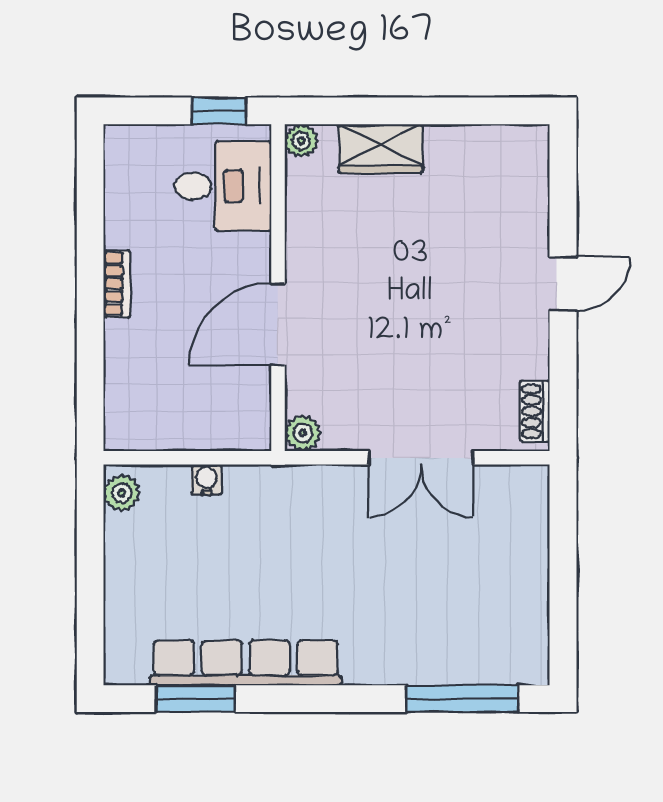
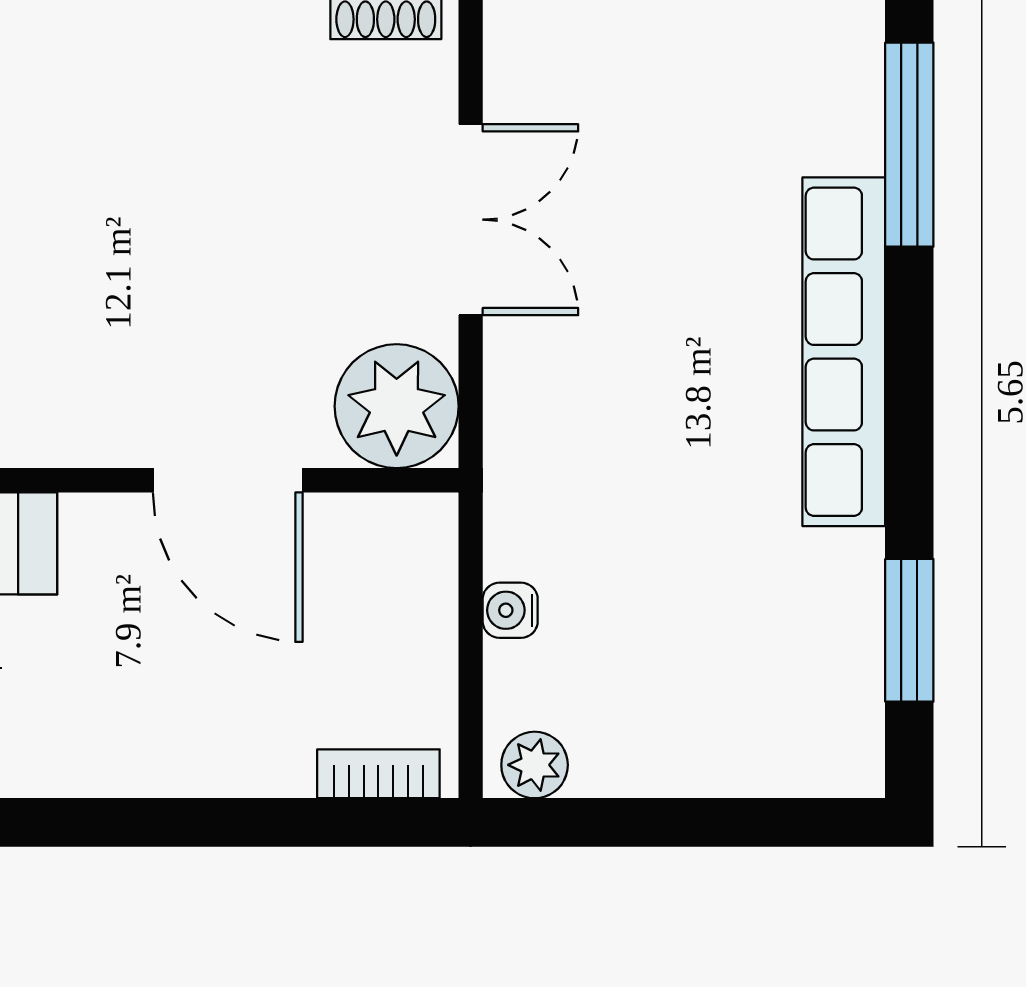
bookcase: (117, 284) -> (378, 774), moved
plant: (303, 433) -> (397, 406), width x1.87, depth x1.87
row of seats: (246, 663) -> (844, 352), moved

